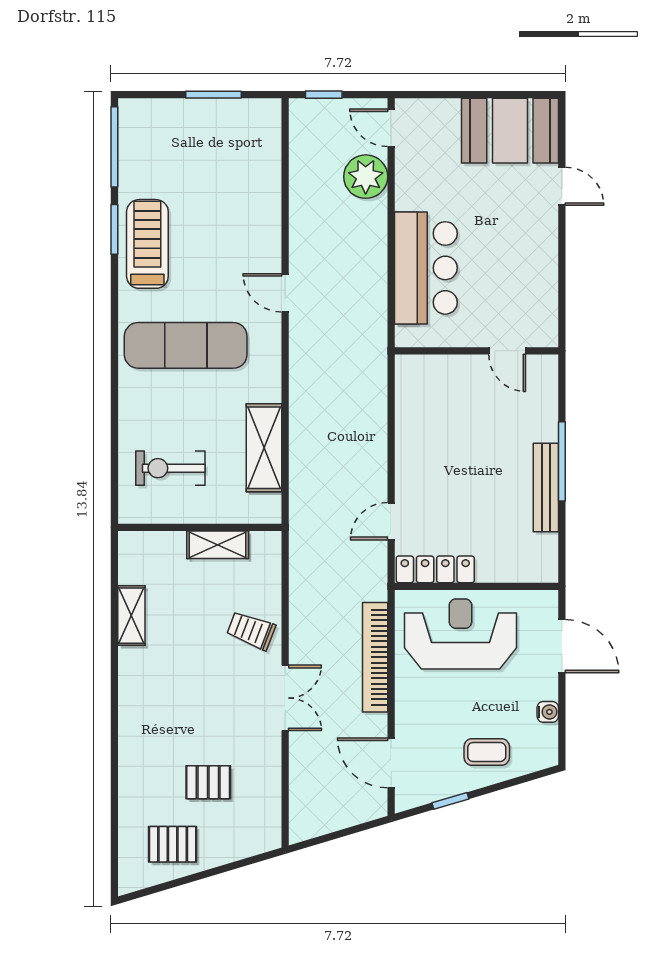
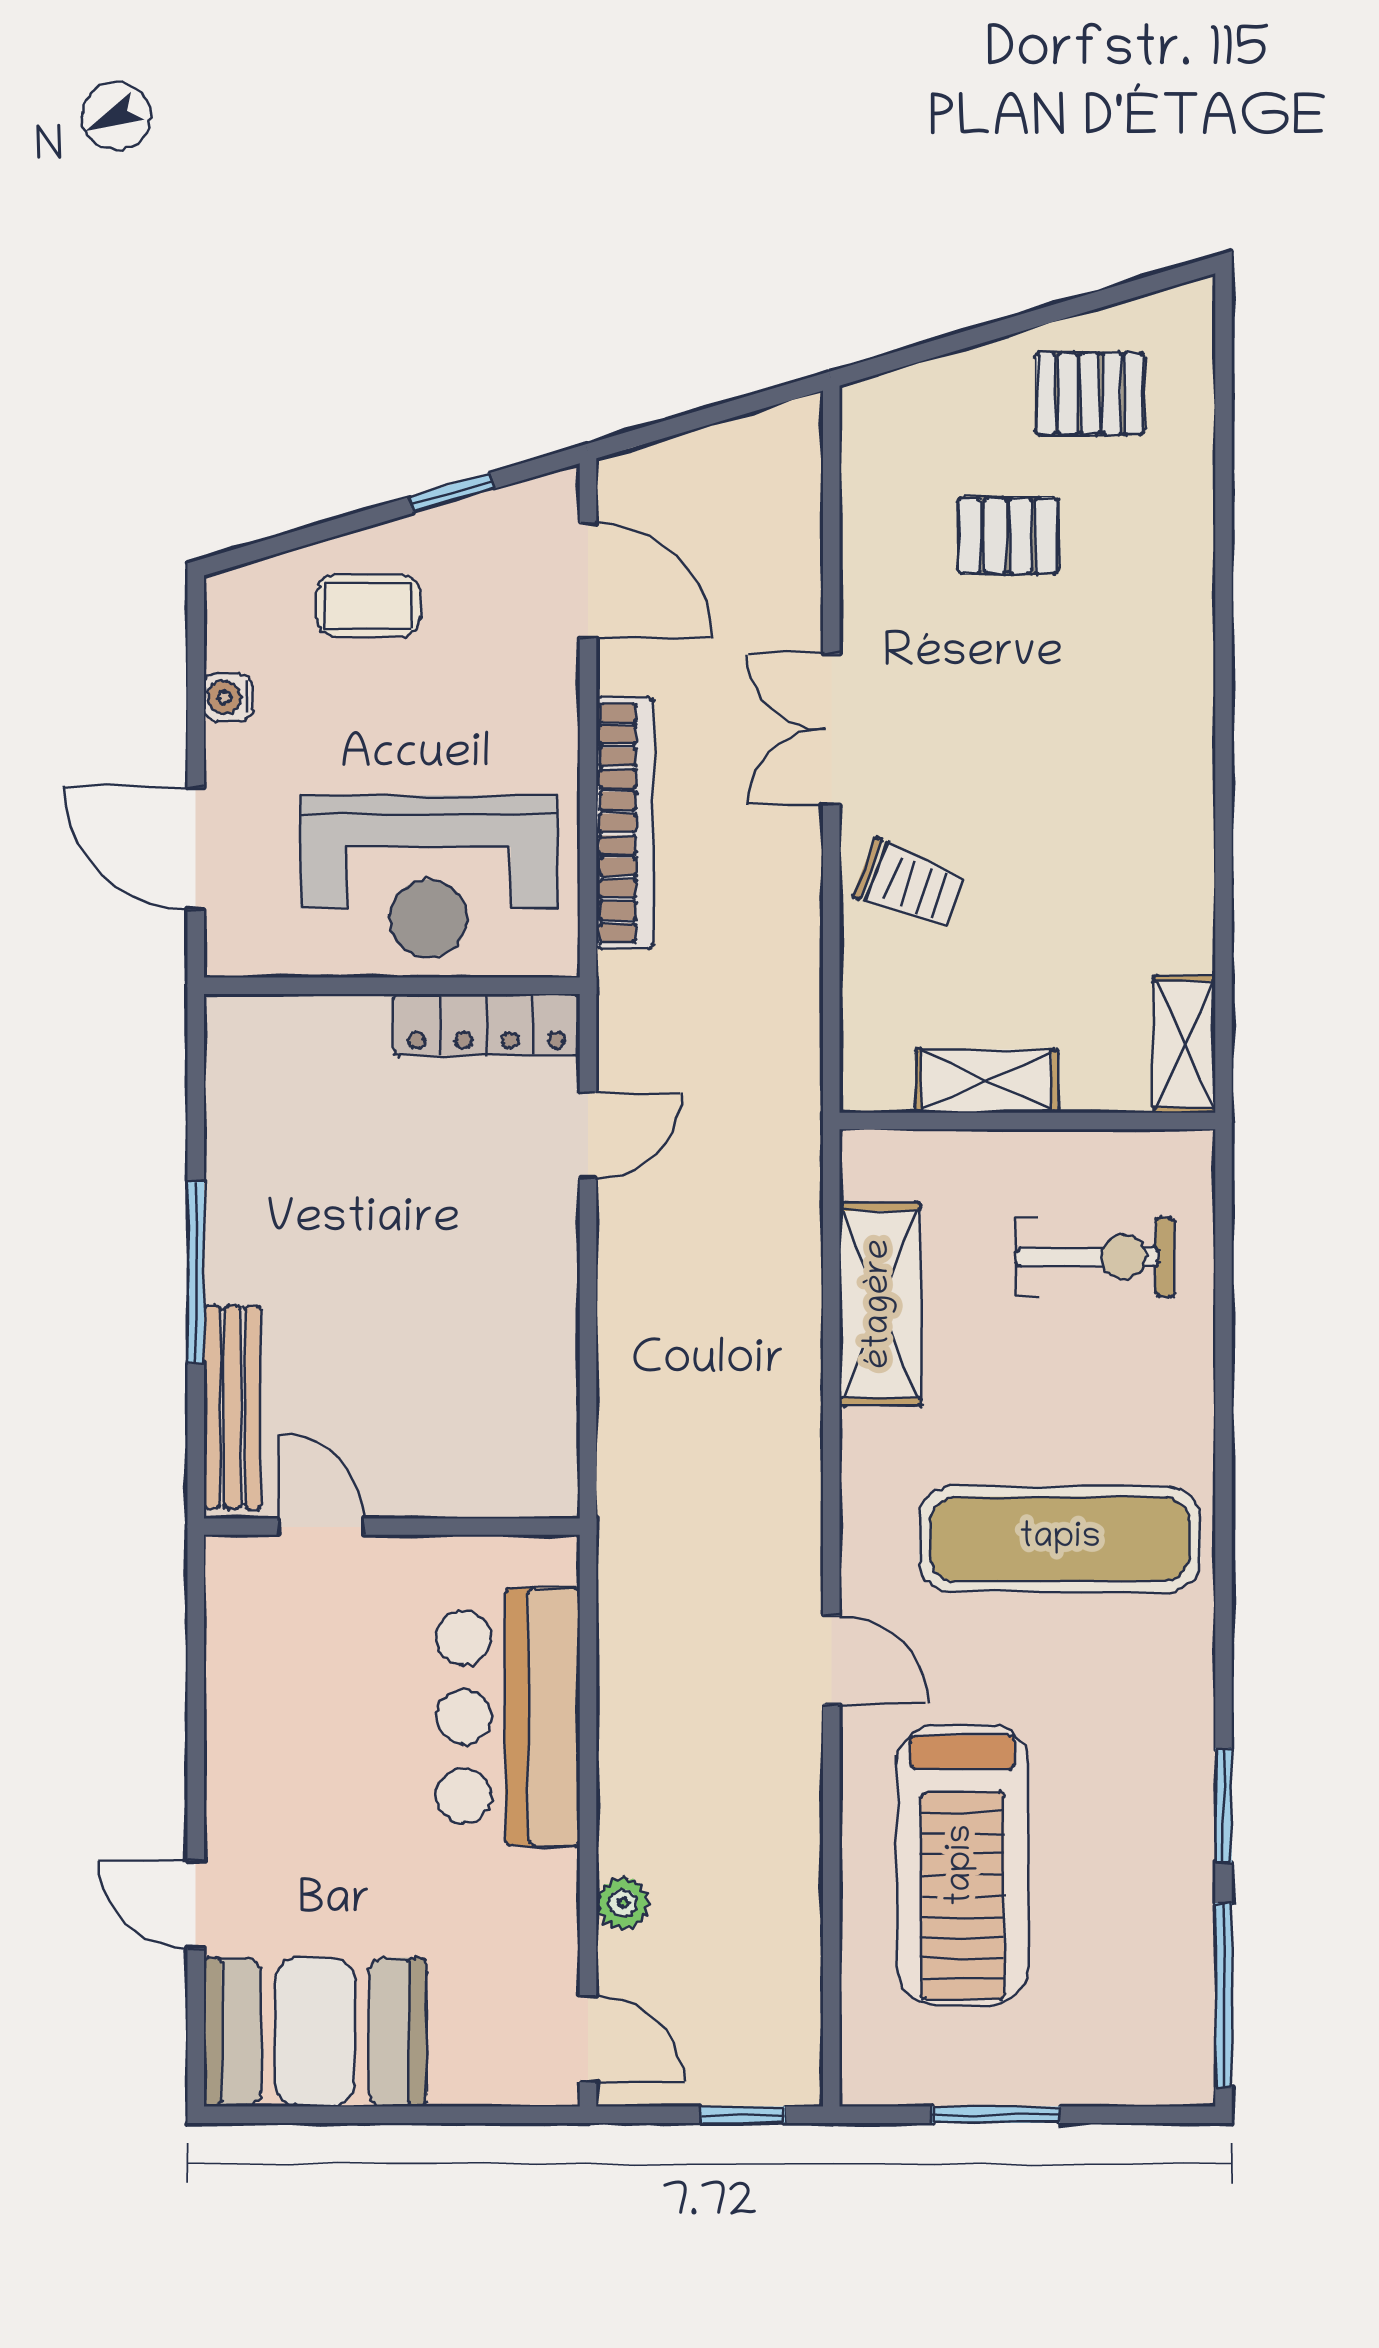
plant: (366, 177) -> (623, 1903), width x0.53, depth x0.53
treadmill: (147, 244) -> (962, 1865), moved, width x1.37, depth x1.38
bench: (546, 487) -> (232, 1407), moved
shelving: (131, 616) -> (1184, 1044), moved

